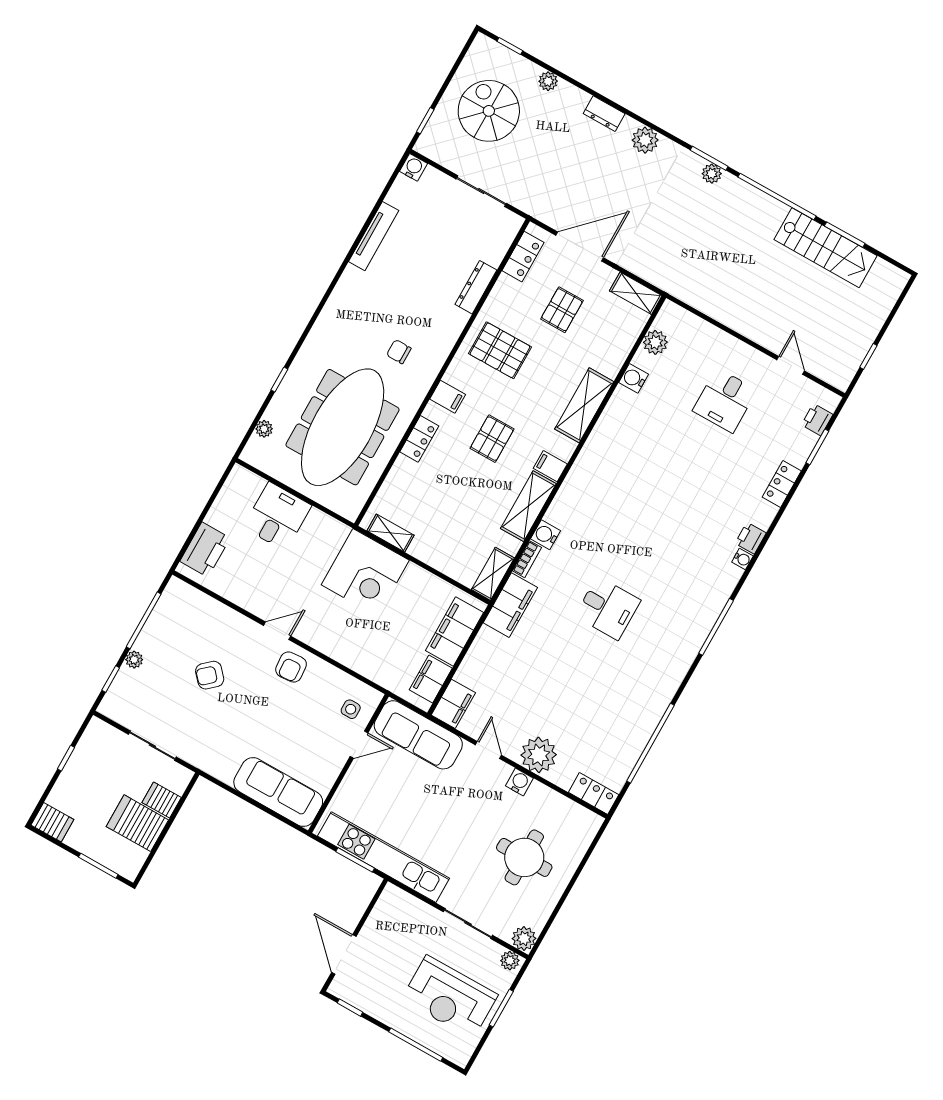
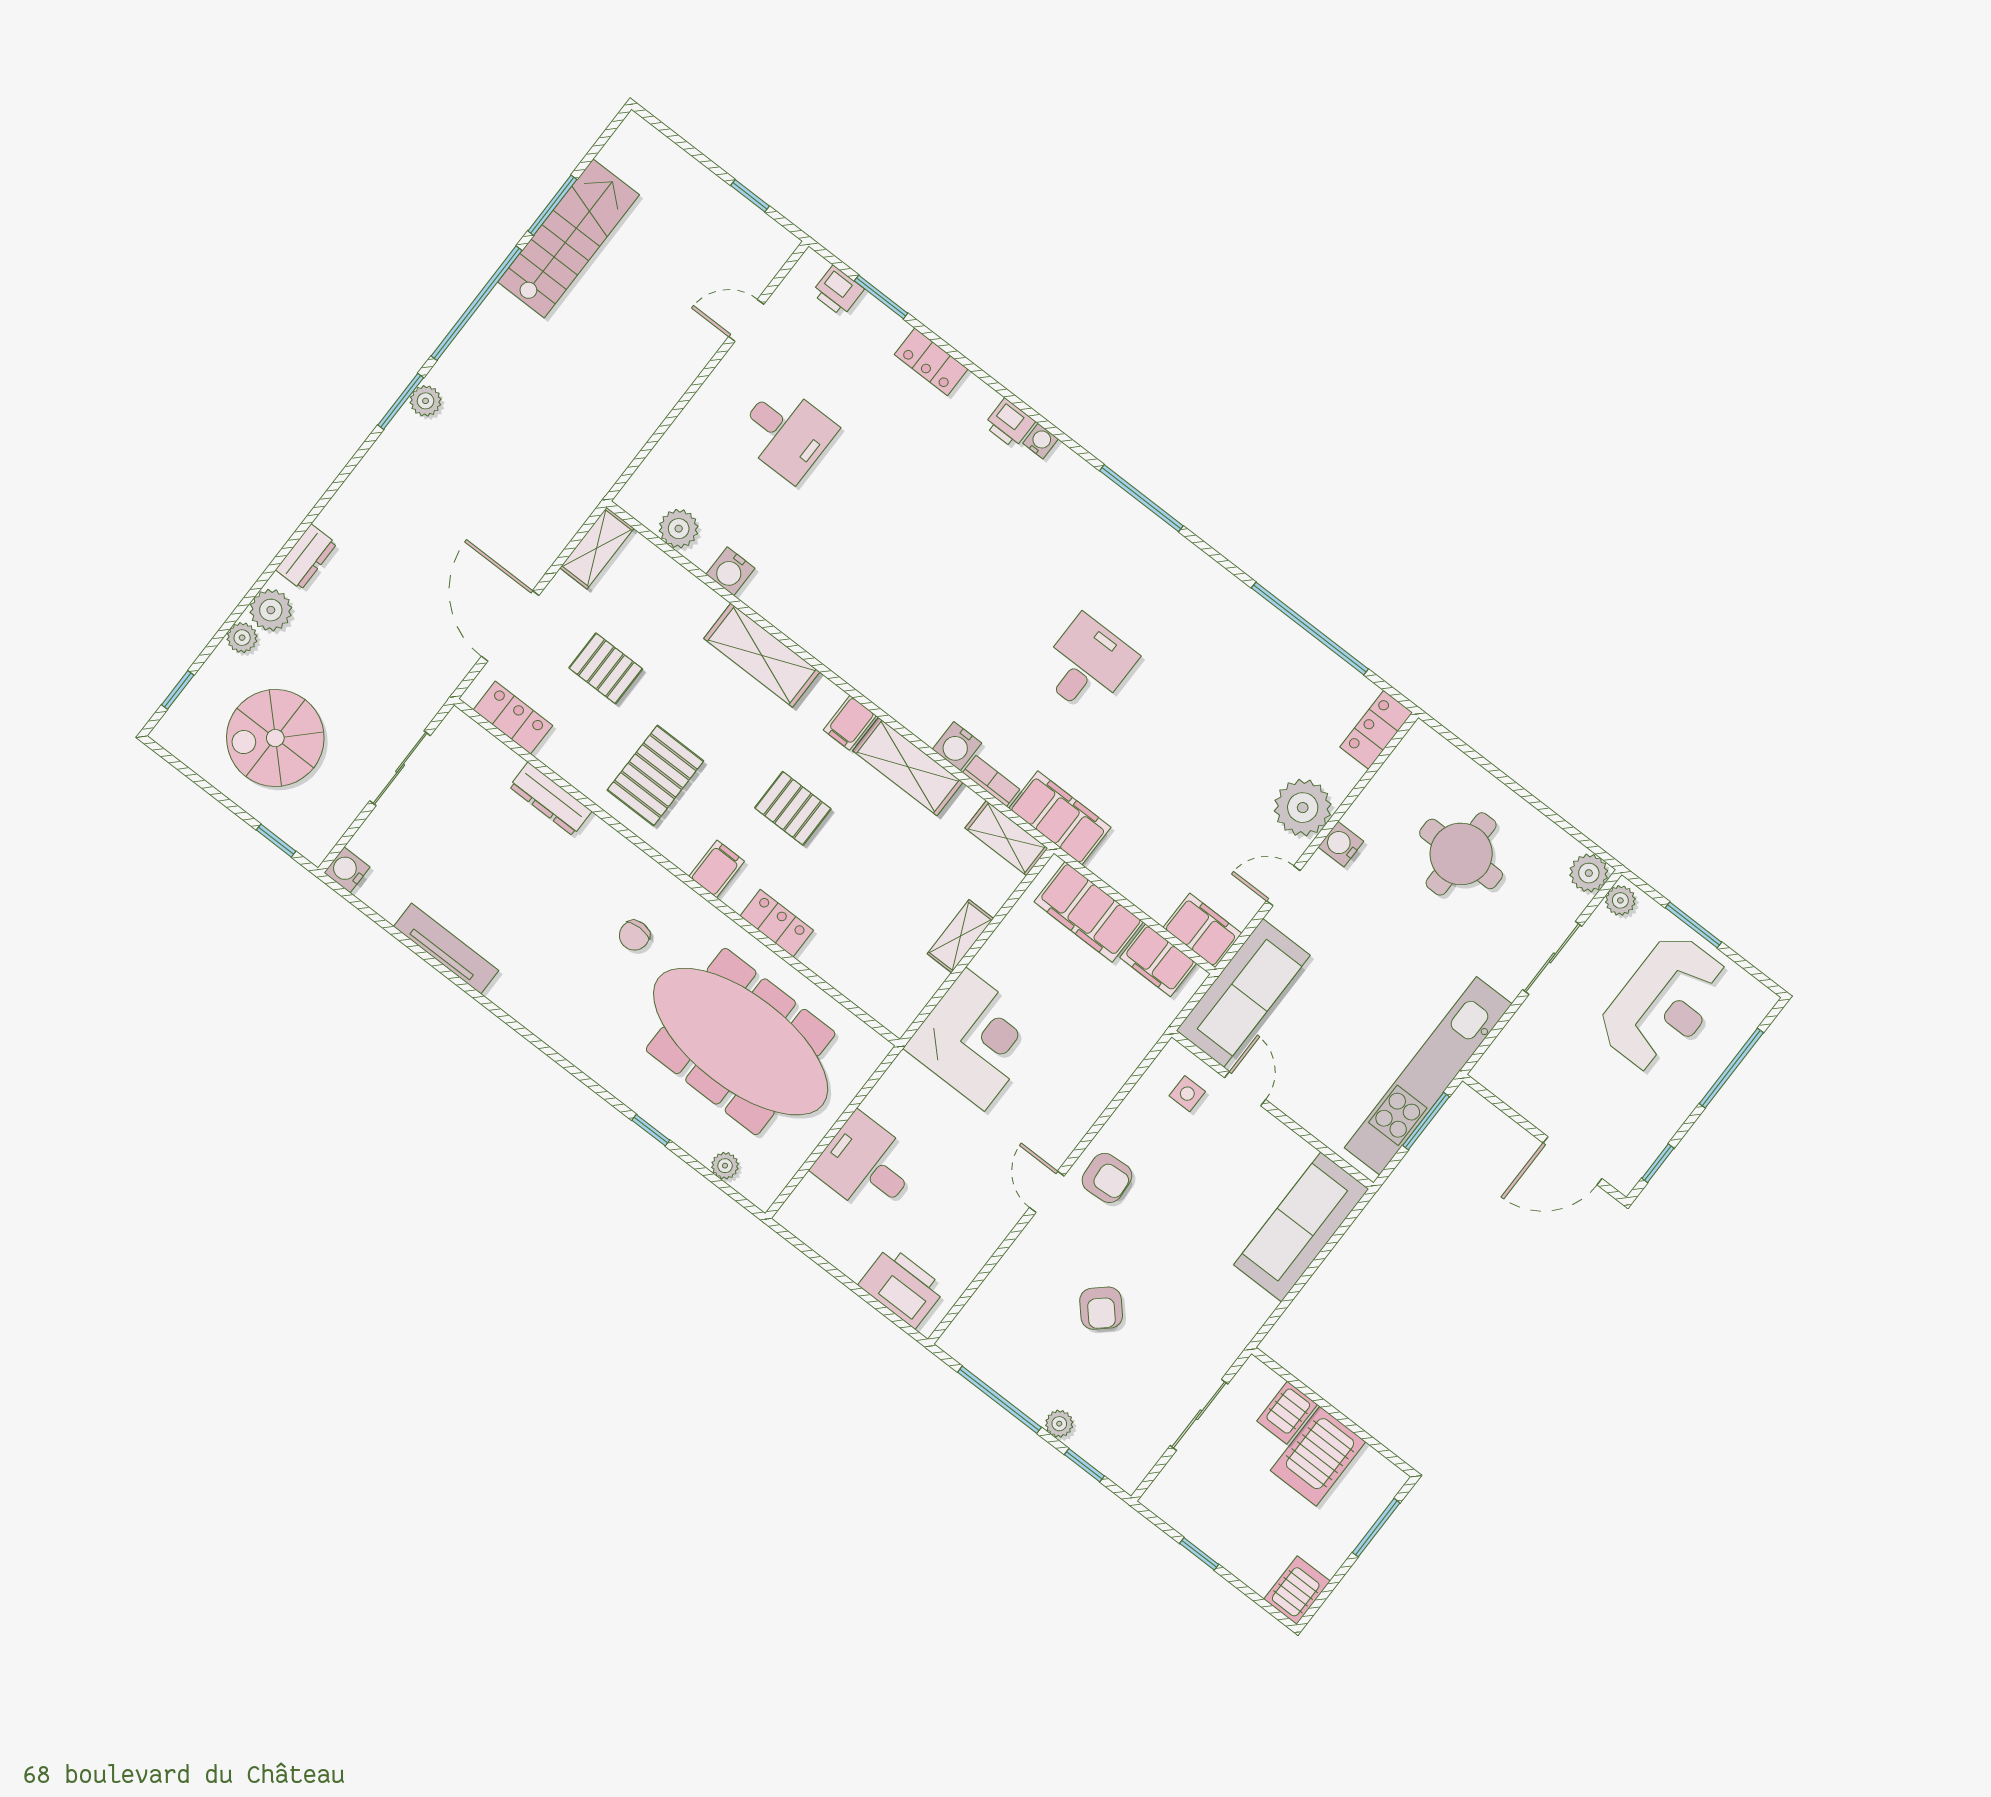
plant: (645, 140) -> (271, 610), moved
shelving: (391, 533) -> (960, 936), moved

